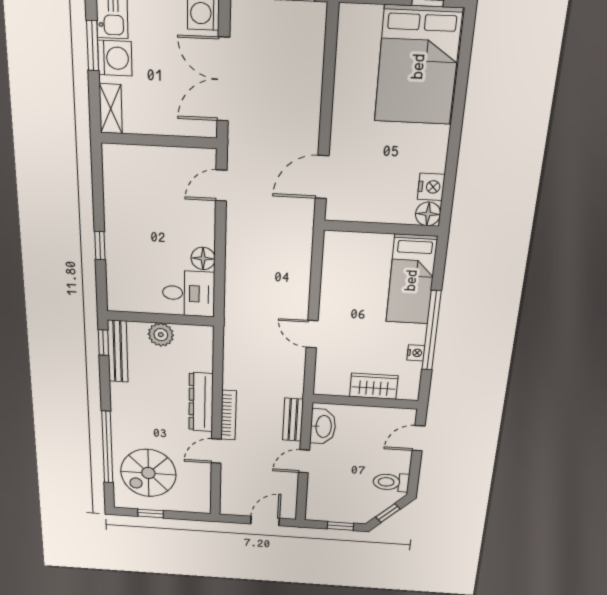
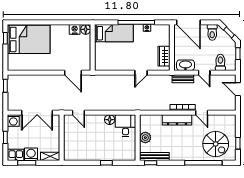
wardrobe: (374, 386) -> (164, 56), moved
door: (419, 438) -> (188, 22), width x1.87
toilet: (324, 493) -> (220, 62), added

